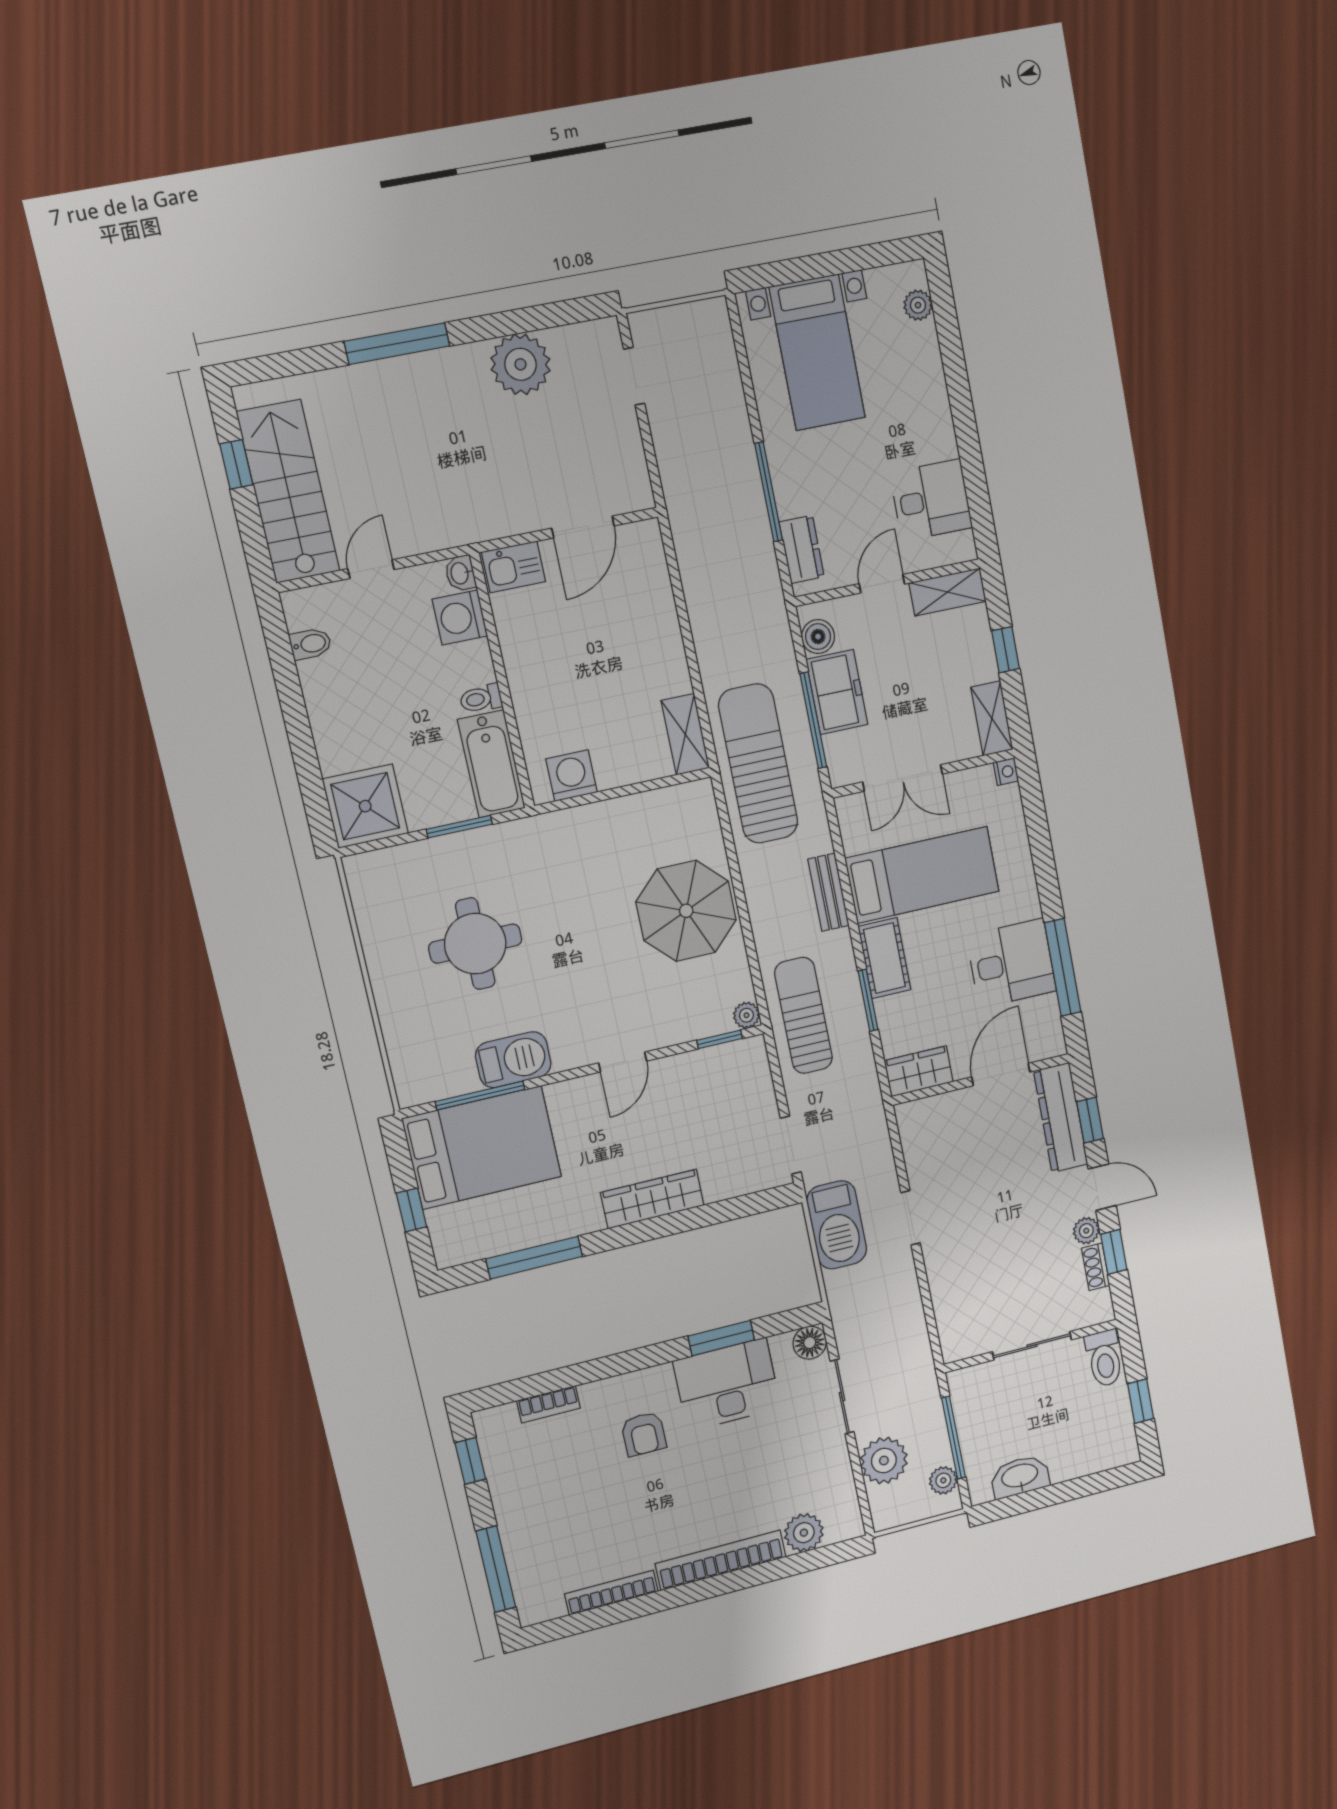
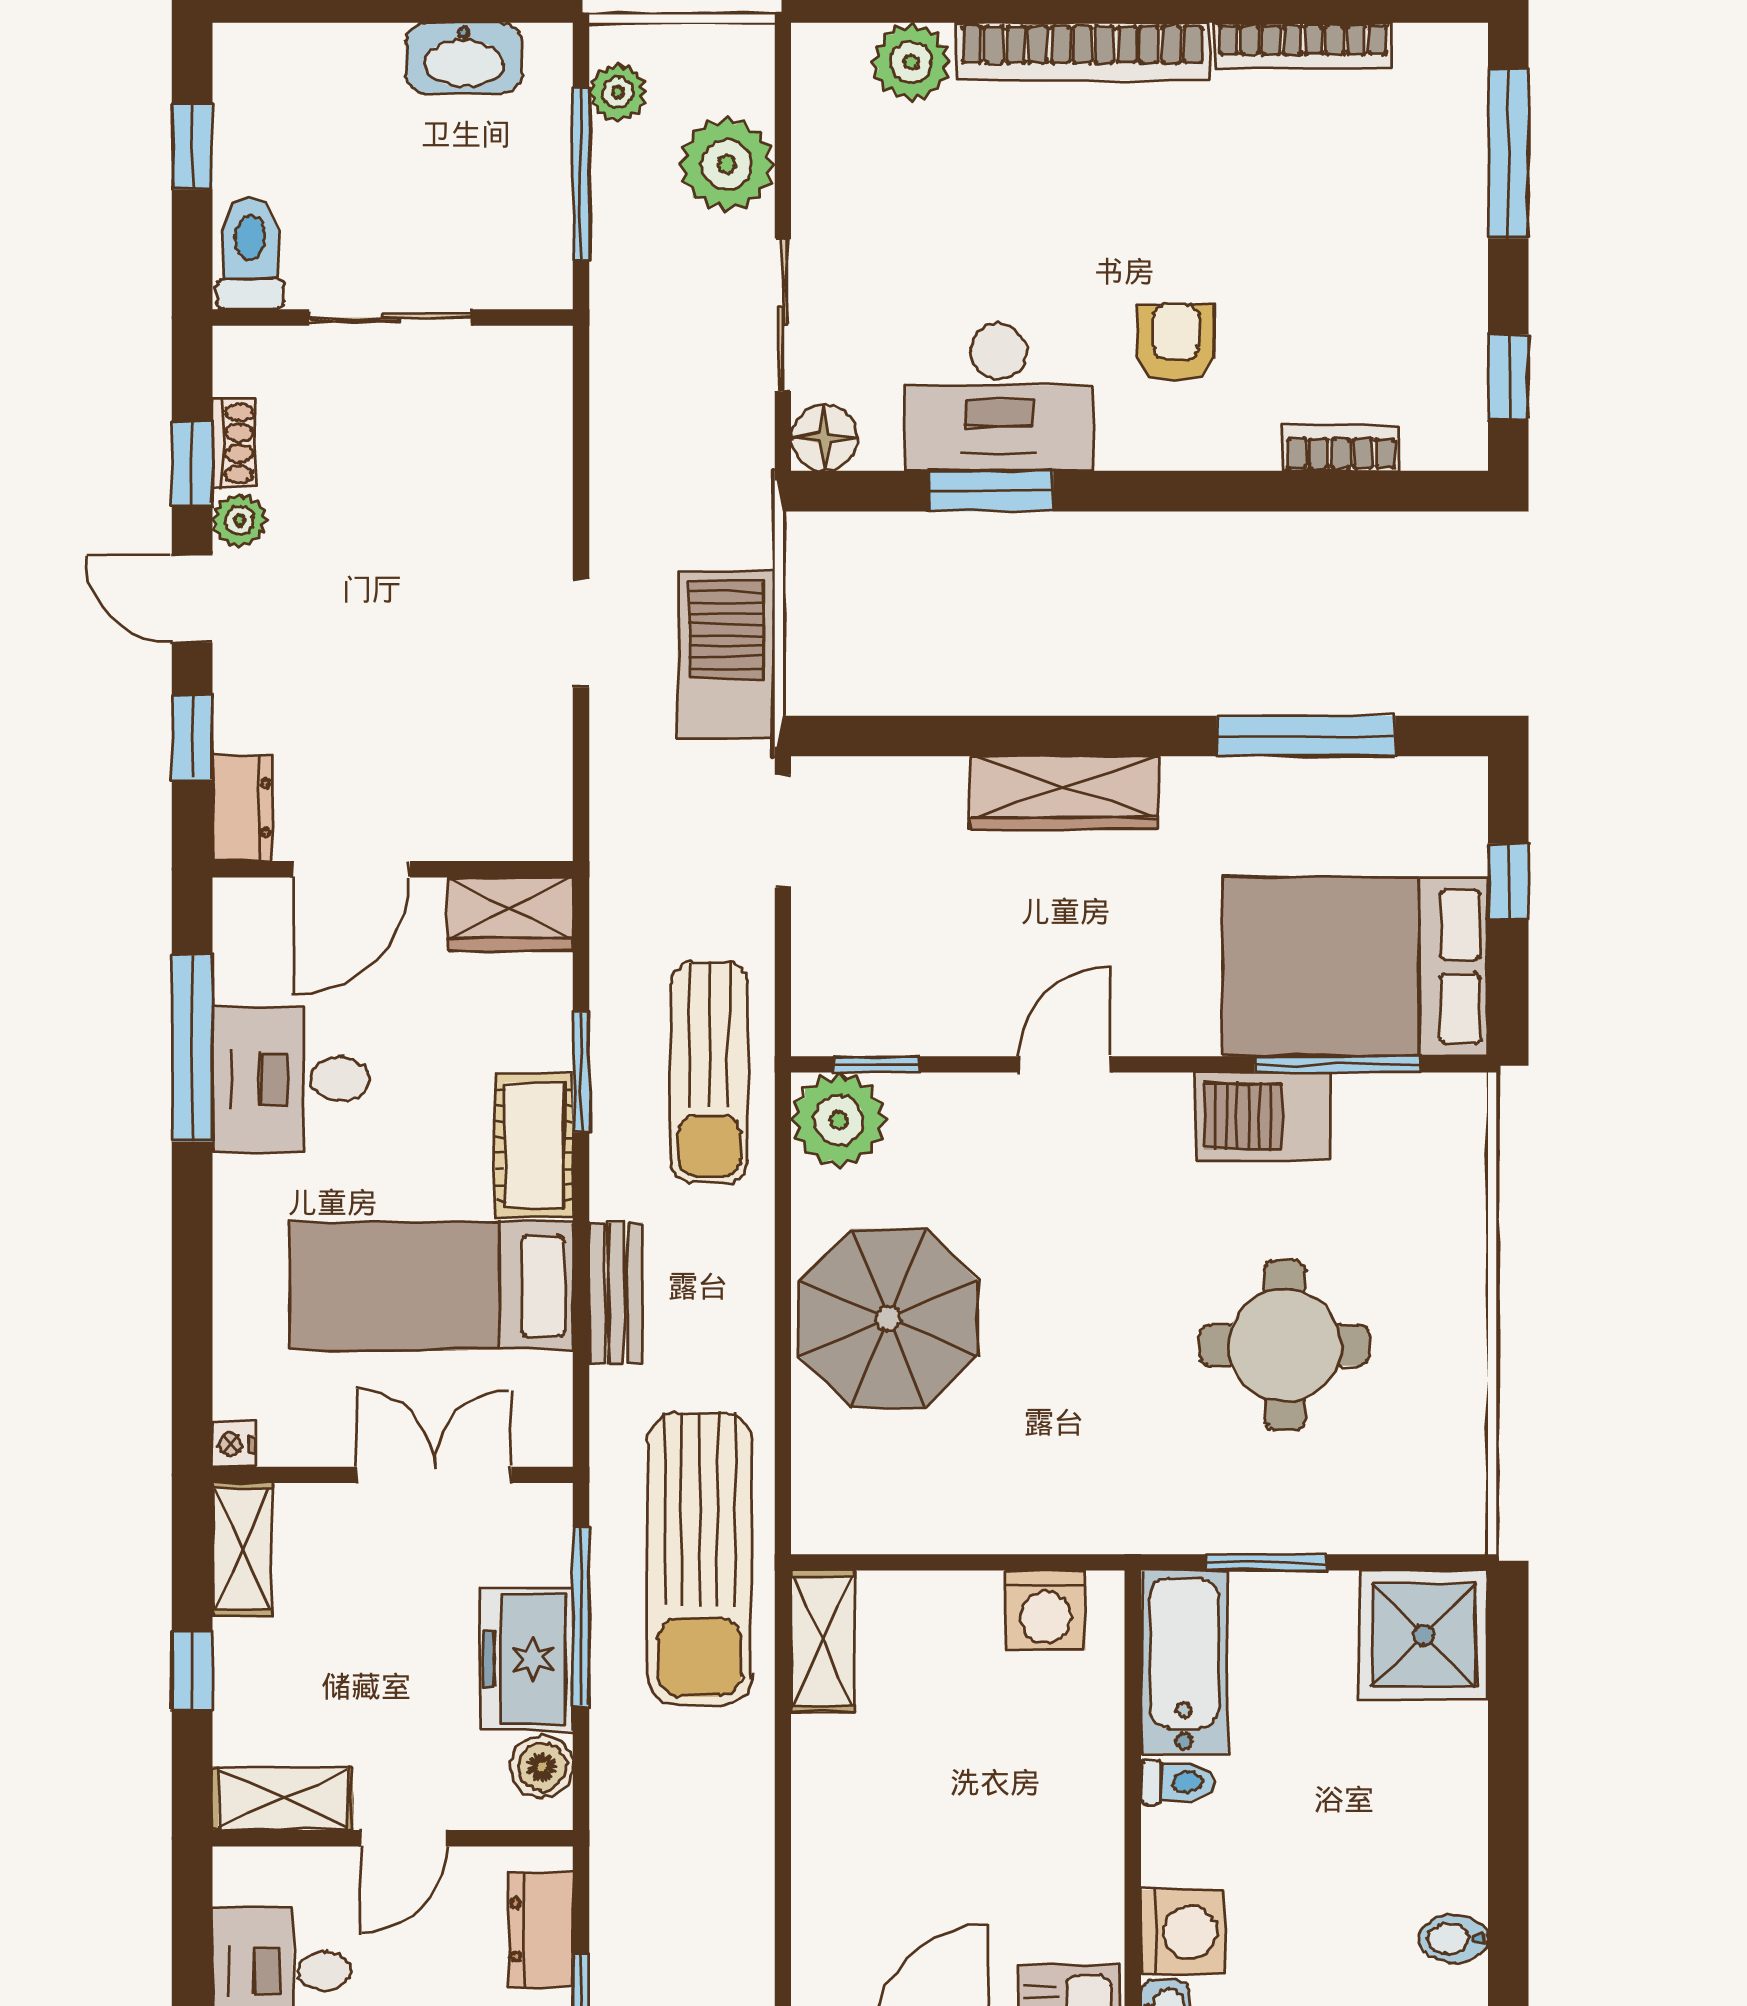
plant: (746, 1015) -> (839, 1120), width x1.88, depth x1.88
dresser: (1061, 1118) -> (242, 808), width x0.51, depth x0.80

